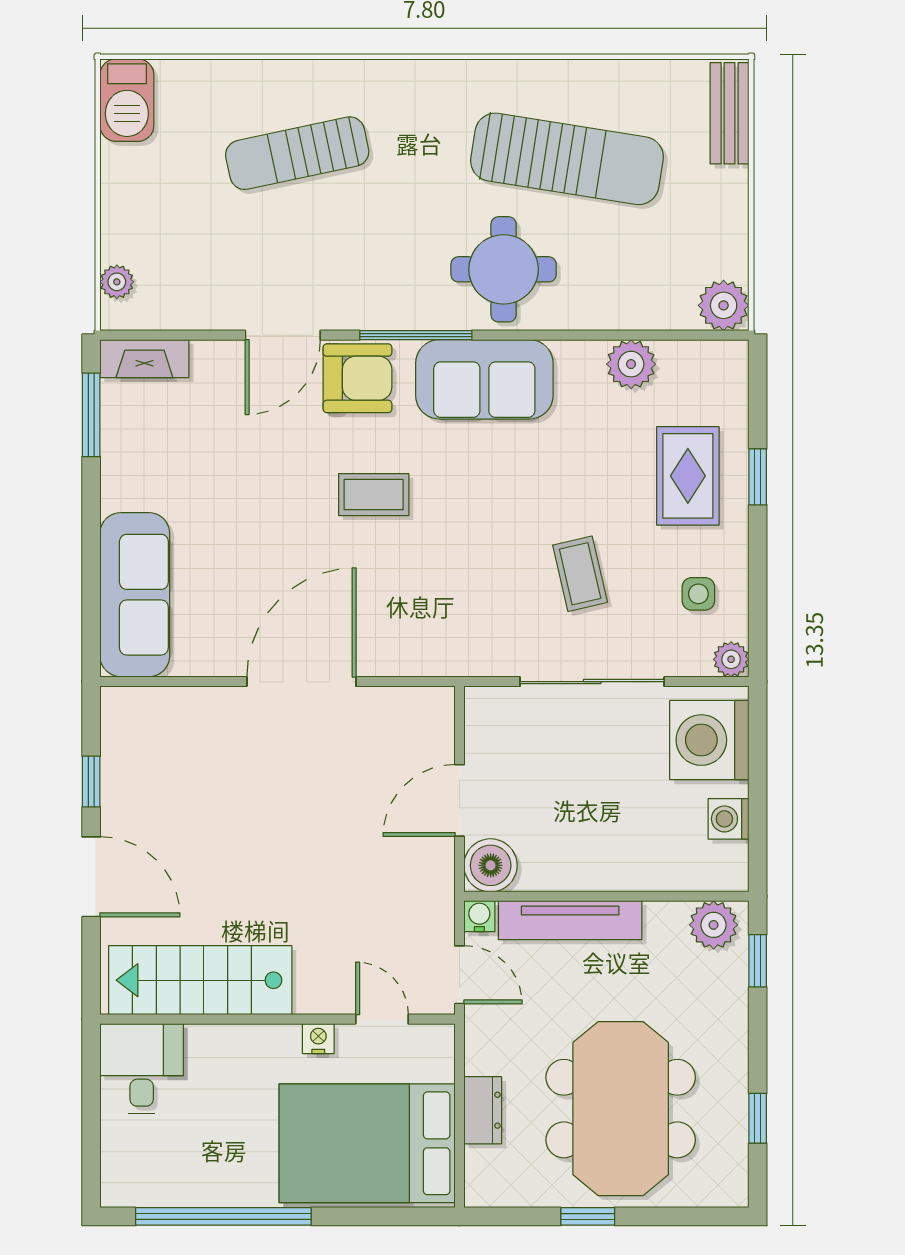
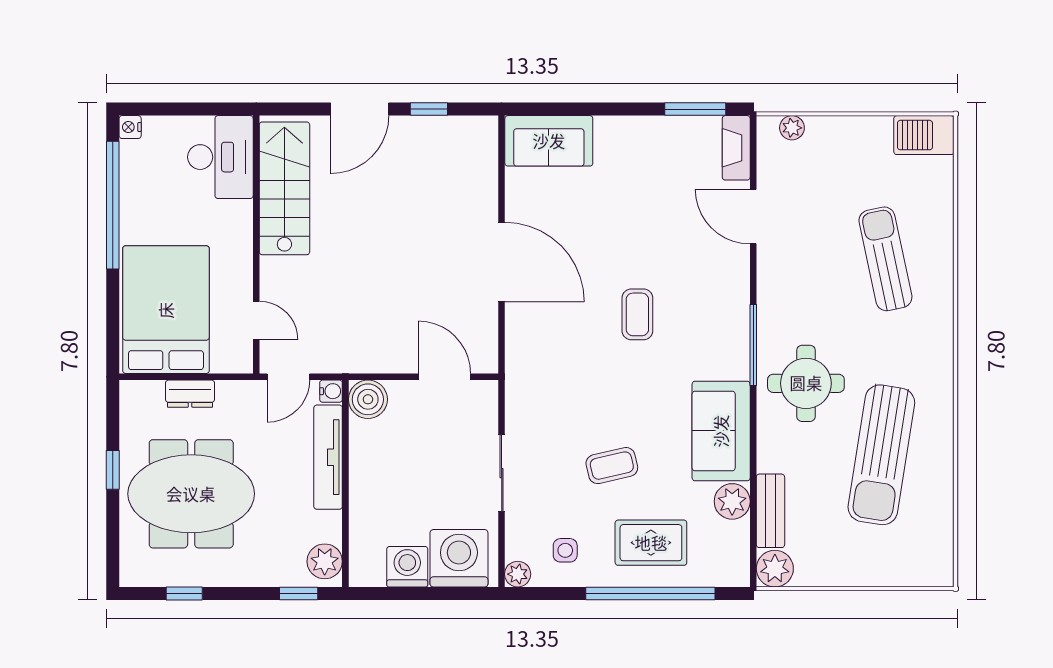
bench: (730, 113) -> (770, 511), moved, turned 90
round table: (504, 269) -> (806, 383), moved
door: (283, 335) -> (753, 217), moved
armchair: (357, 378) -> (722, 303), removed
sofa: (484, 379) -> (721, 431), moved
window: (758, 477) -> (650, 593), width x3.17
coffee table: (580, 574) -> (612, 466), moved
sofa: (135, 595) -> (549, 141), width x0.73
sliding door: (592, 682) -> (502, 473), width x0.73
door: (459, 800) -> (445, 377), moved
washing machine: (729, 819) -> (407, 567), width x1.38, depth x1.38
door: (382, 1019) -> (256, 320), hinge flipped
nightstand: (318, 1039) -> (130, 127), moved, turned 180
desk: (142, 1068) -> (220, 157), width x1.37

